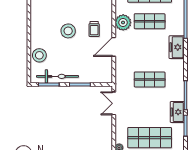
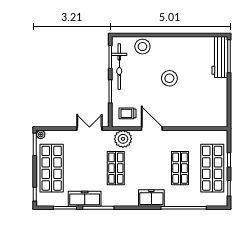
plant: (123, 22) -> (123, 139), moved
trolley: (94, 29) -> (128, 113), moved
freezer: (177, 112) -> (85, 199), width x1.40

